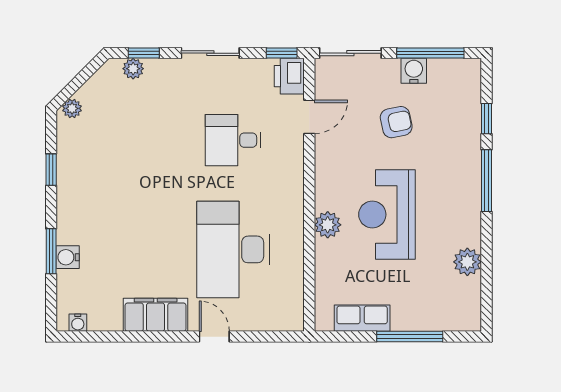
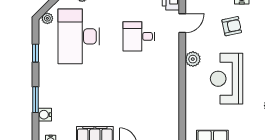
plant: (328, 225) -> (193, 59), moved
desk: (233, 249) -> (79, 36), moved
water cooler: (68, 257) -> (45, 115), moved

